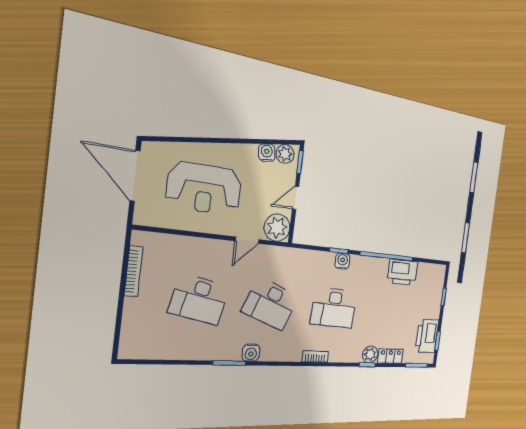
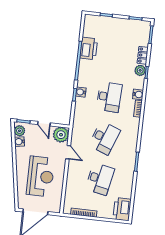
printer: (427, 336) -> (122, 209), moved, turned 90
water cooler: (251, 353) -> (138, 94), moved

